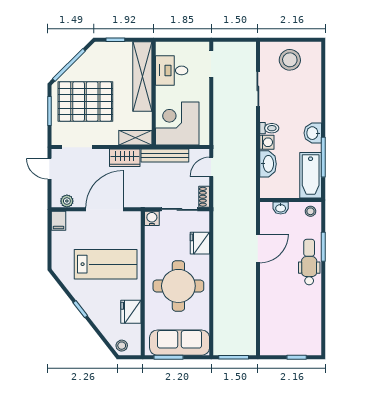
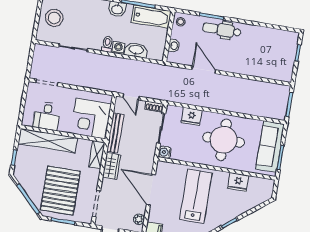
stool: (122, 346) -> (264, 194), removed

